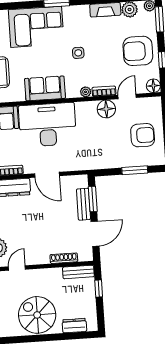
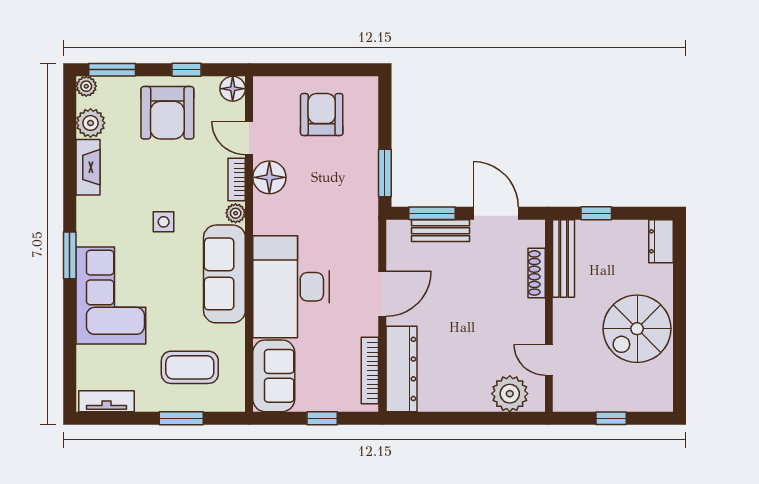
sofa: (45, 88) -> (224, 274), width x1.36
window: (135, 170) -> (385, 173), moved
bench: (78, 272) -> (564, 258), width x1.36
dresser: (74, 326) -> (661, 241), moved

